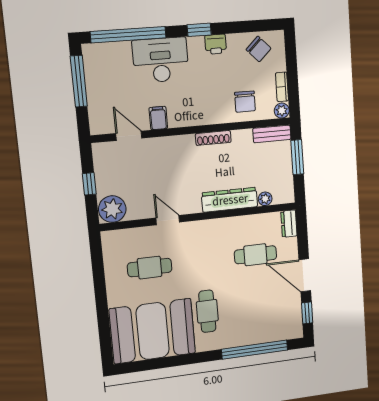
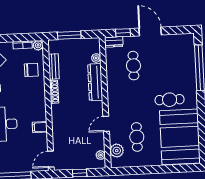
bench: (272, 134) -> (54, 67), moved
door: (129, 136) -> (51, 159), moved
plant: (112, 209) -> (101, 155), width x0.53, depth x0.53
plant: (127, 239) -> (117, 151), added
door: (305, 275) -> (150, 31), swing flipped
window: (307, 313) -> (123, 33), moved

